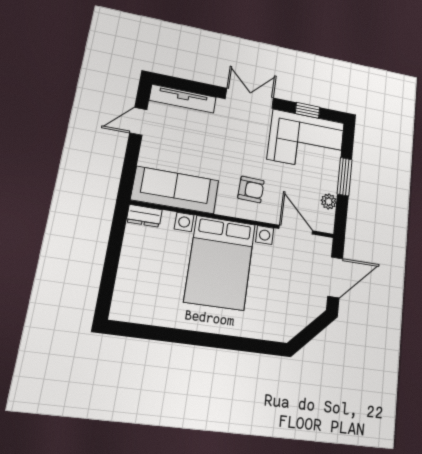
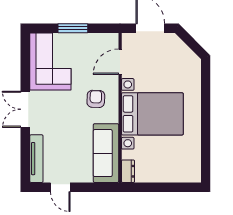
window: (308, 110) -> (25, 63), removed
plant: (329, 201) -> (94, 39), removed

